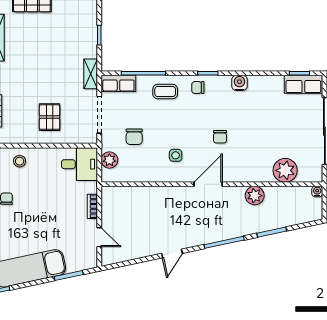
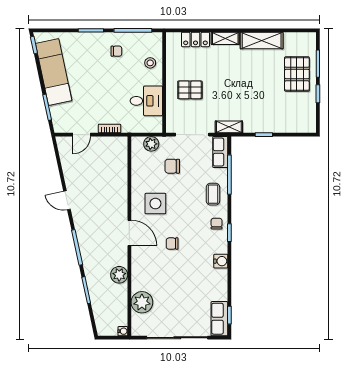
side table: (176, 155) -> (155, 204), width x1.87, depth x1.87
desk: (79, 164) -> (146, 101), moved, turned -90

